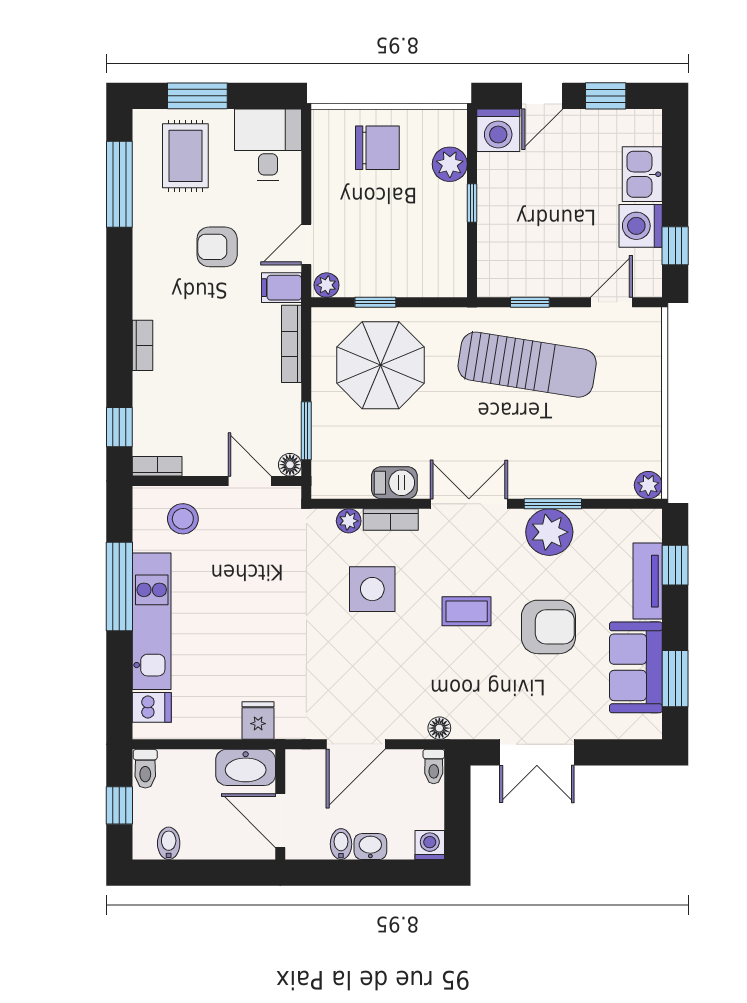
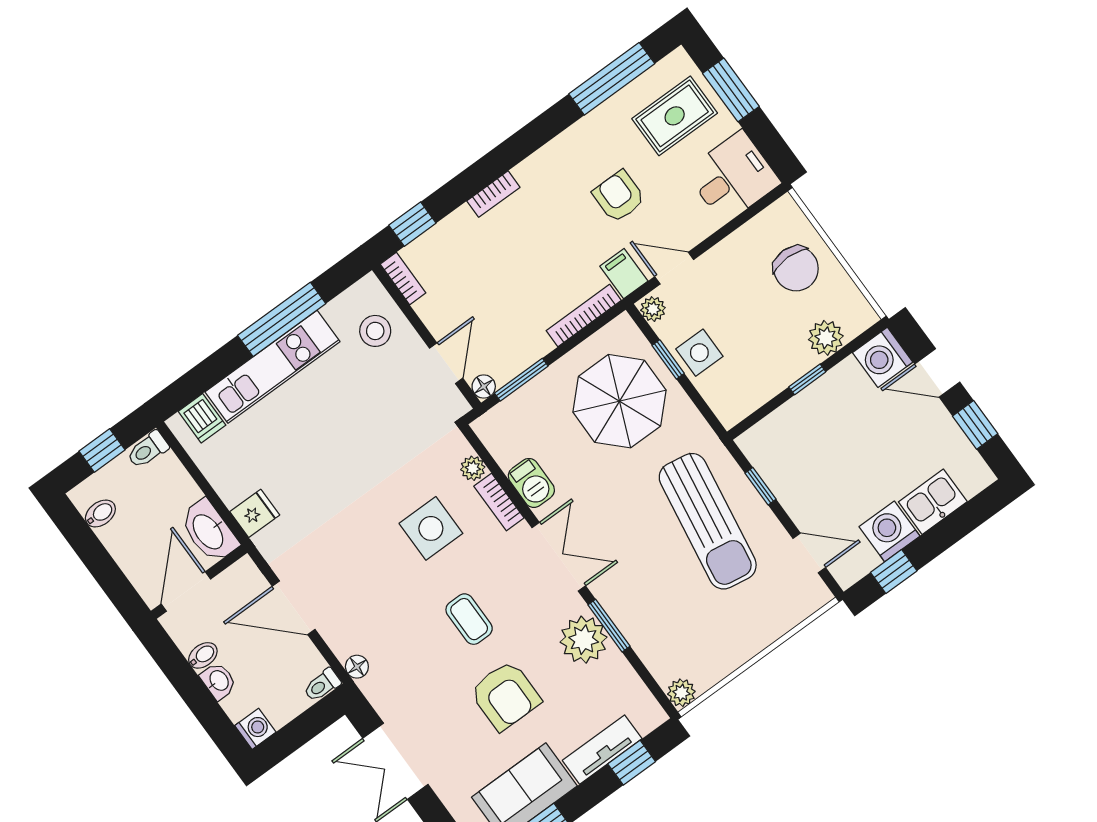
side table: (388, 273) -> (699, 353), added

